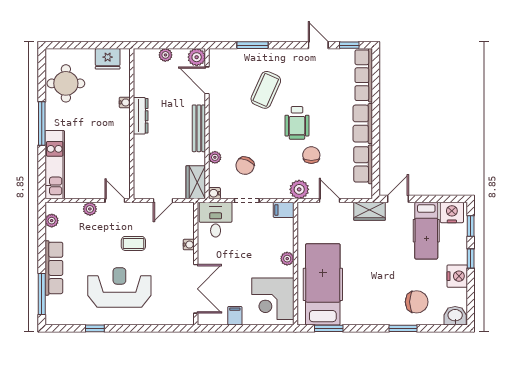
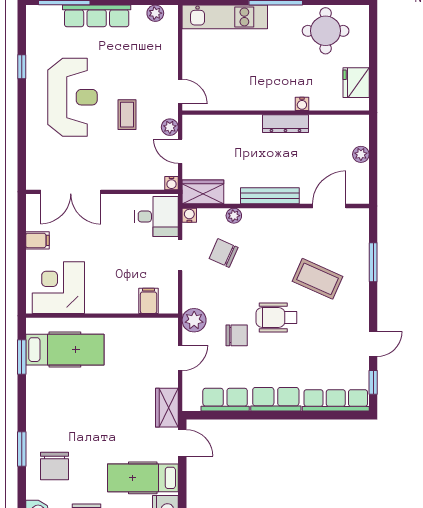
plant: (197, 57) -> (358, 193), removed
door: (115, 201) -> (180, 92), hinge flipped
plant: (90, 209) -> (170, 127), moved
filing cabinet: (284, 210) -> (149, 301), moved
water cooler: (189, 245) -> (171, 183), moved
plant: (287, 259) -> (108, 305), removed
hospital bed: (323, 284) -> (65, 350), width x0.73, depth x0.78

